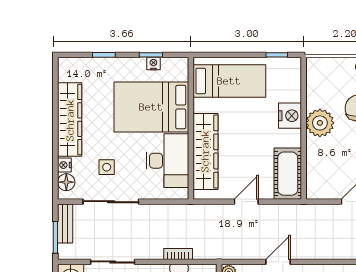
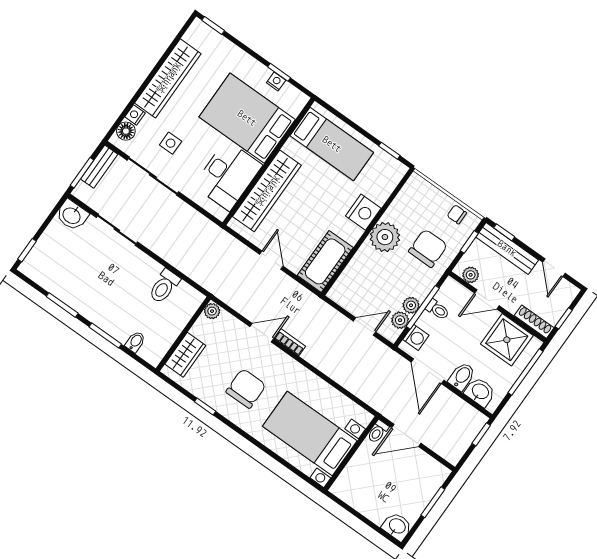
window: (104, 55) -> (213, 25), moved
door: (246, 202) -> (271, 260), hinge flipped
bookcase: (178, 254) -> (290, 342), moved

